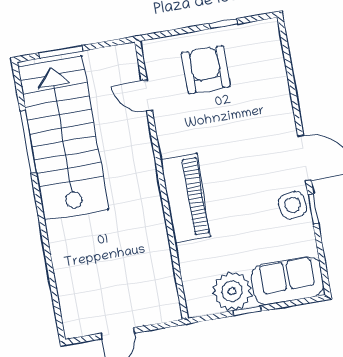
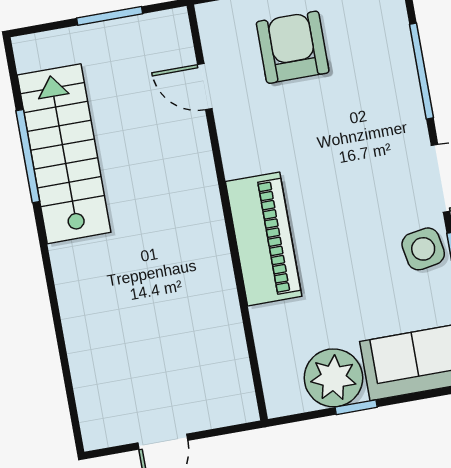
window: (61, 52) -> (110, 16), moved
window: (292, 86) -> (421, 71), added
stairs: (63, 138) -> (64, 154), width x0.73, depth x0.66

